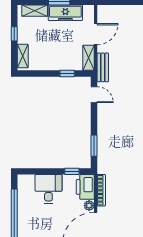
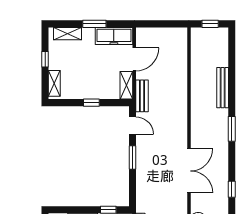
freezer: (65, 13) -> (114, 36), moved
window: (67, 74) -> (91, 103), moved
window: (94, 146) -> (133, 157), moved

